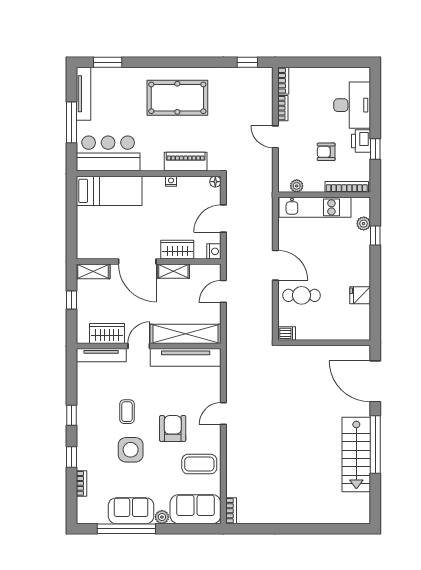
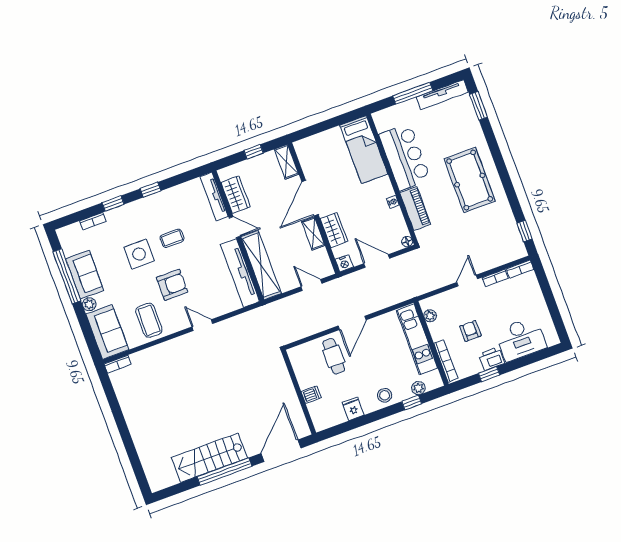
bar counter: (108, 154) -> (405, 157), moved
stool: (358, 259) -> (385, 395), added
dishwasher: (287, 333) -> (311, 395), moved, turned -90

